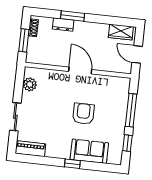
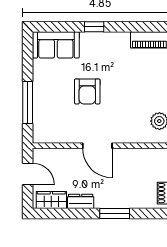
dresser: (63, 25) -> (81, 201), moved
window: (127, 143) -> (28, 60), removed
sofa: (89, 151) -> (56, 45), moved

